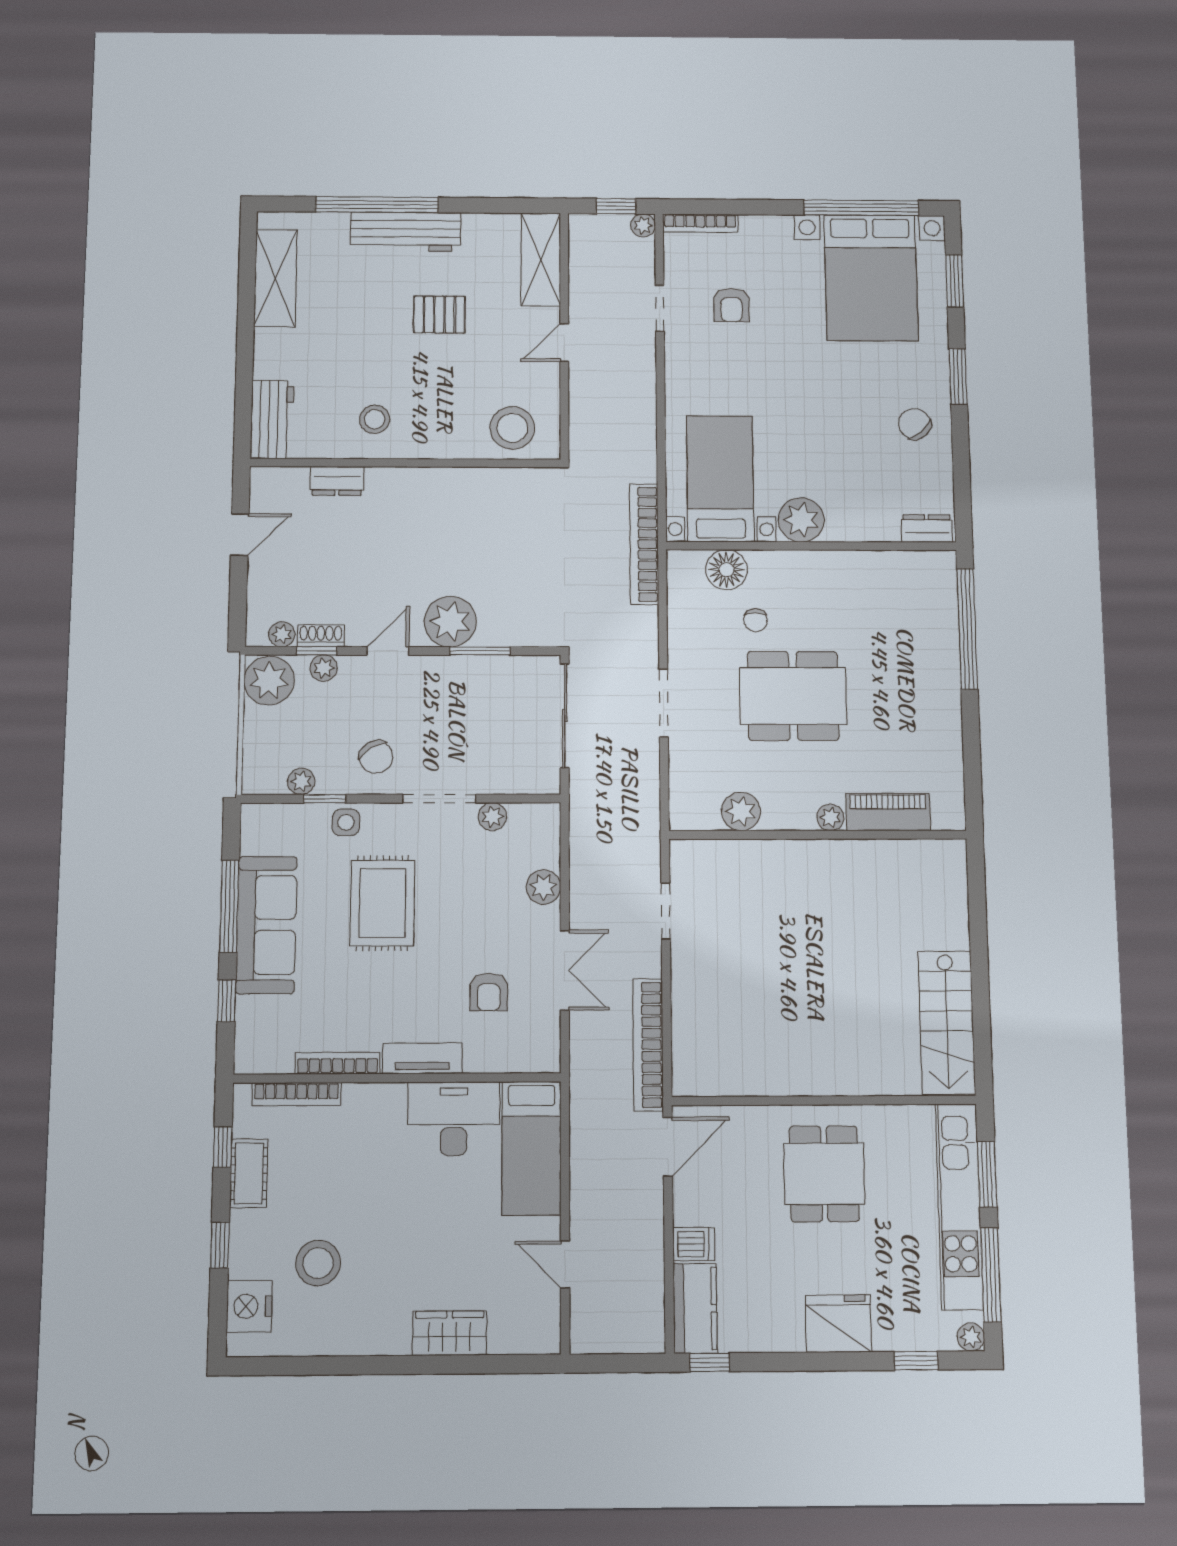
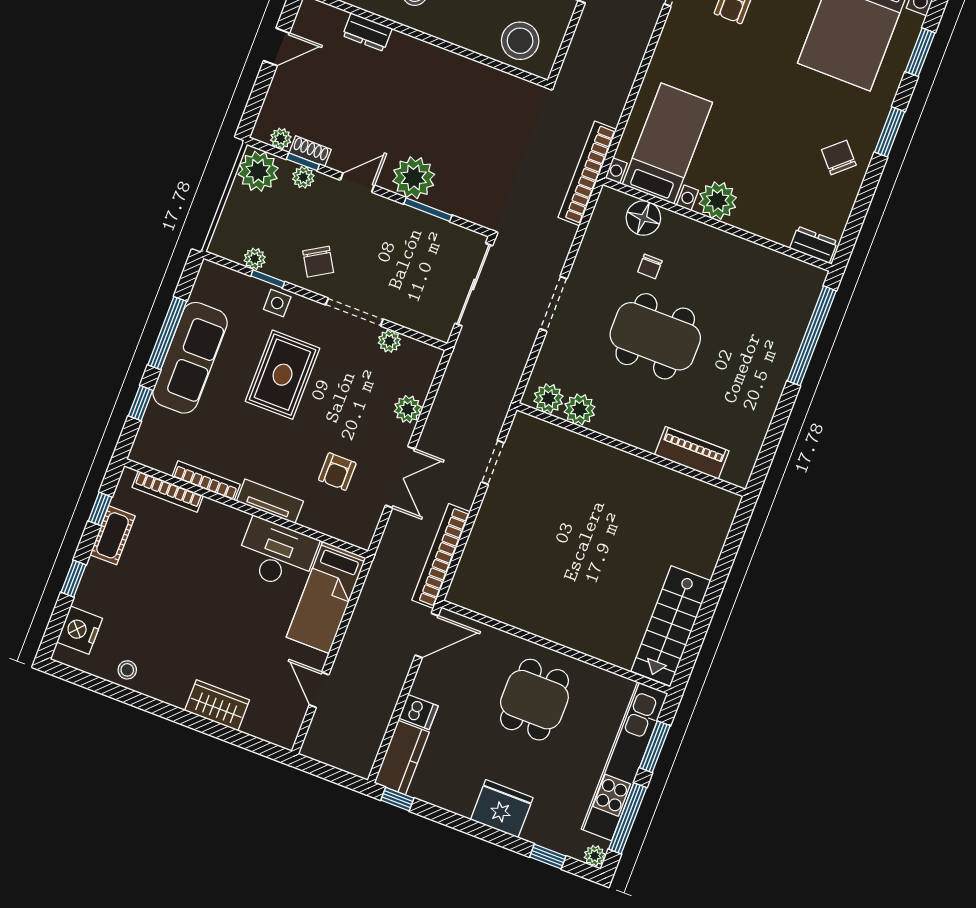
plant: (830, 817) -> (548, 399), moved, width x1.38, depth x1.38
stool: (318, 1263) -> (127, 670), moved, width x0.53, depth x0.53

